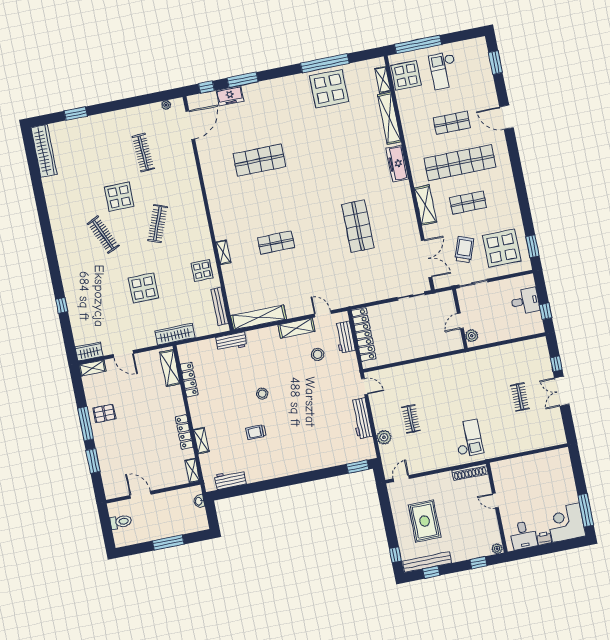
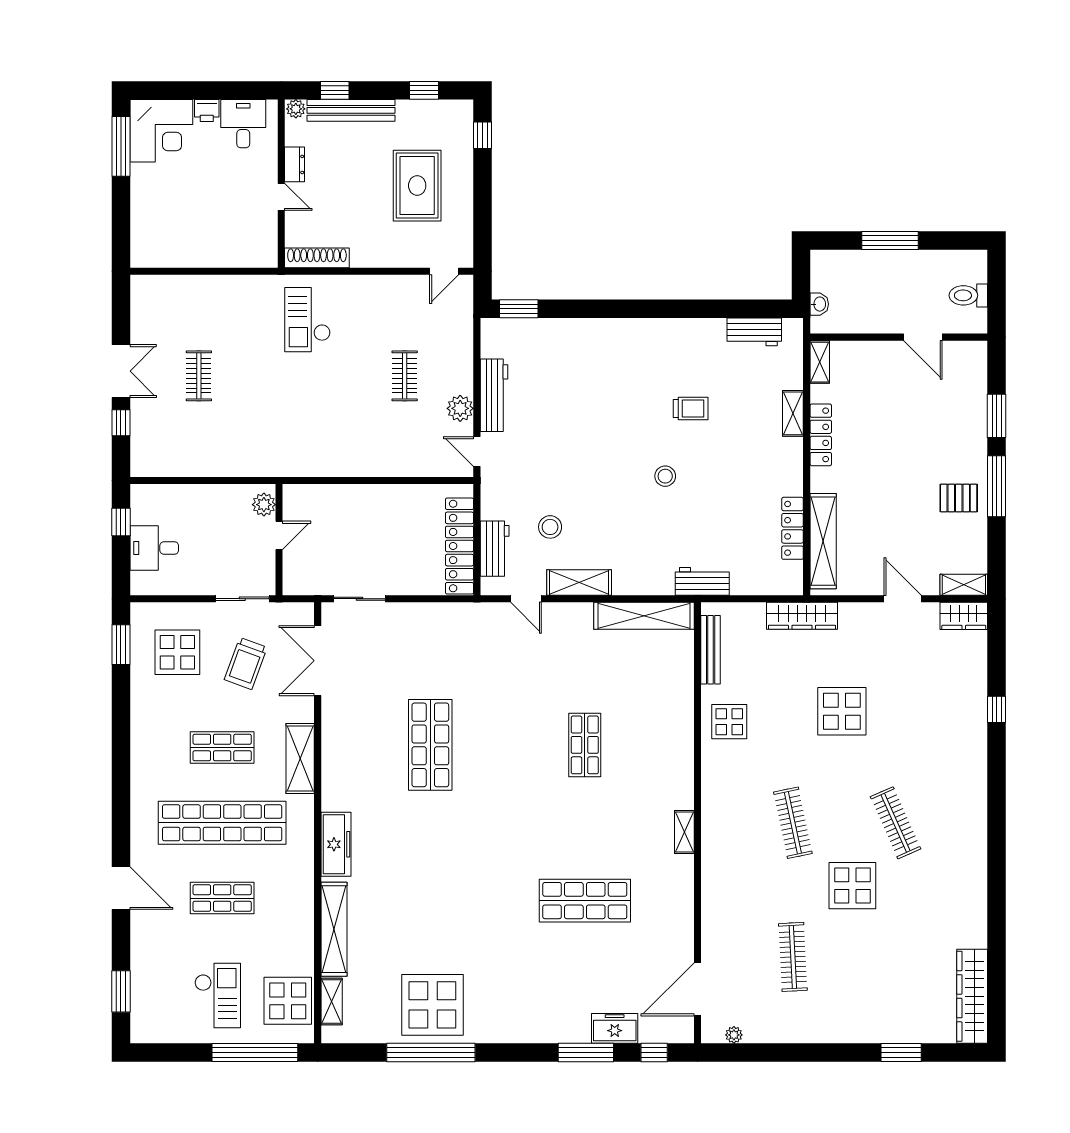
clothes rail: (157, 224) -> (793, 823), turned -33
shop shelf: (276, 243) -> (585, 745), turned 90
display table: (502, 248) -> (177, 652), width x0.73, depth x0.73
shelving: (223, 252) -> (684, 832), moved
shelving: (170, 368) -> (823, 541), width x1.47
plant: (384, 437) -> (460, 408), moved
dresser: (492, 519) -> (294, 164), added
bench: (427, 562) -> (351, 110), moved

